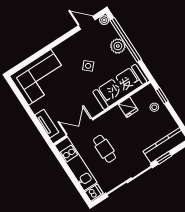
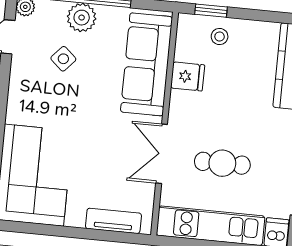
side table: (88, 66) -> (63, 59), moved
double door: (80, 128) -> (162, 154), moved

